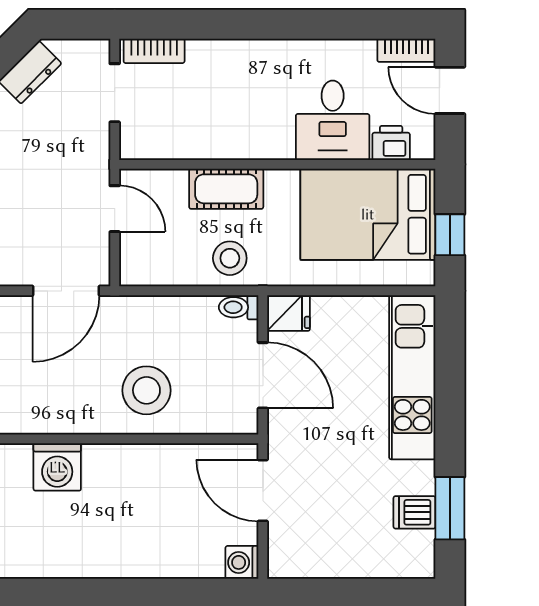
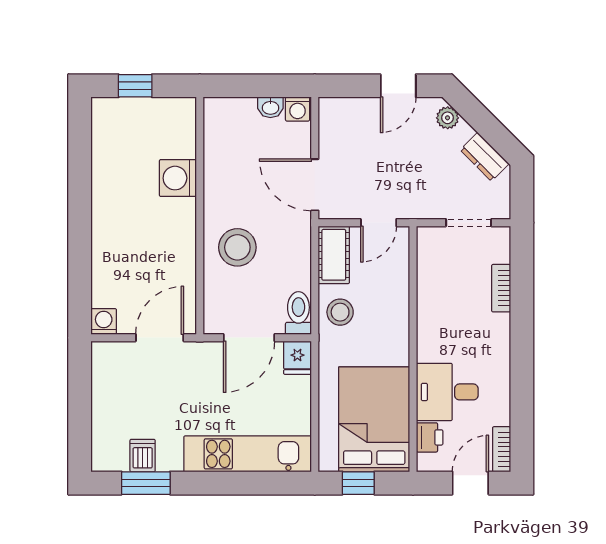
bookcase: (154, 51) -> (501, 288), moved
cot: (226, 189) -> (334, 255), moved
toilet: (239, 307) -> (298, 313), width x1.37, depth x1.39

